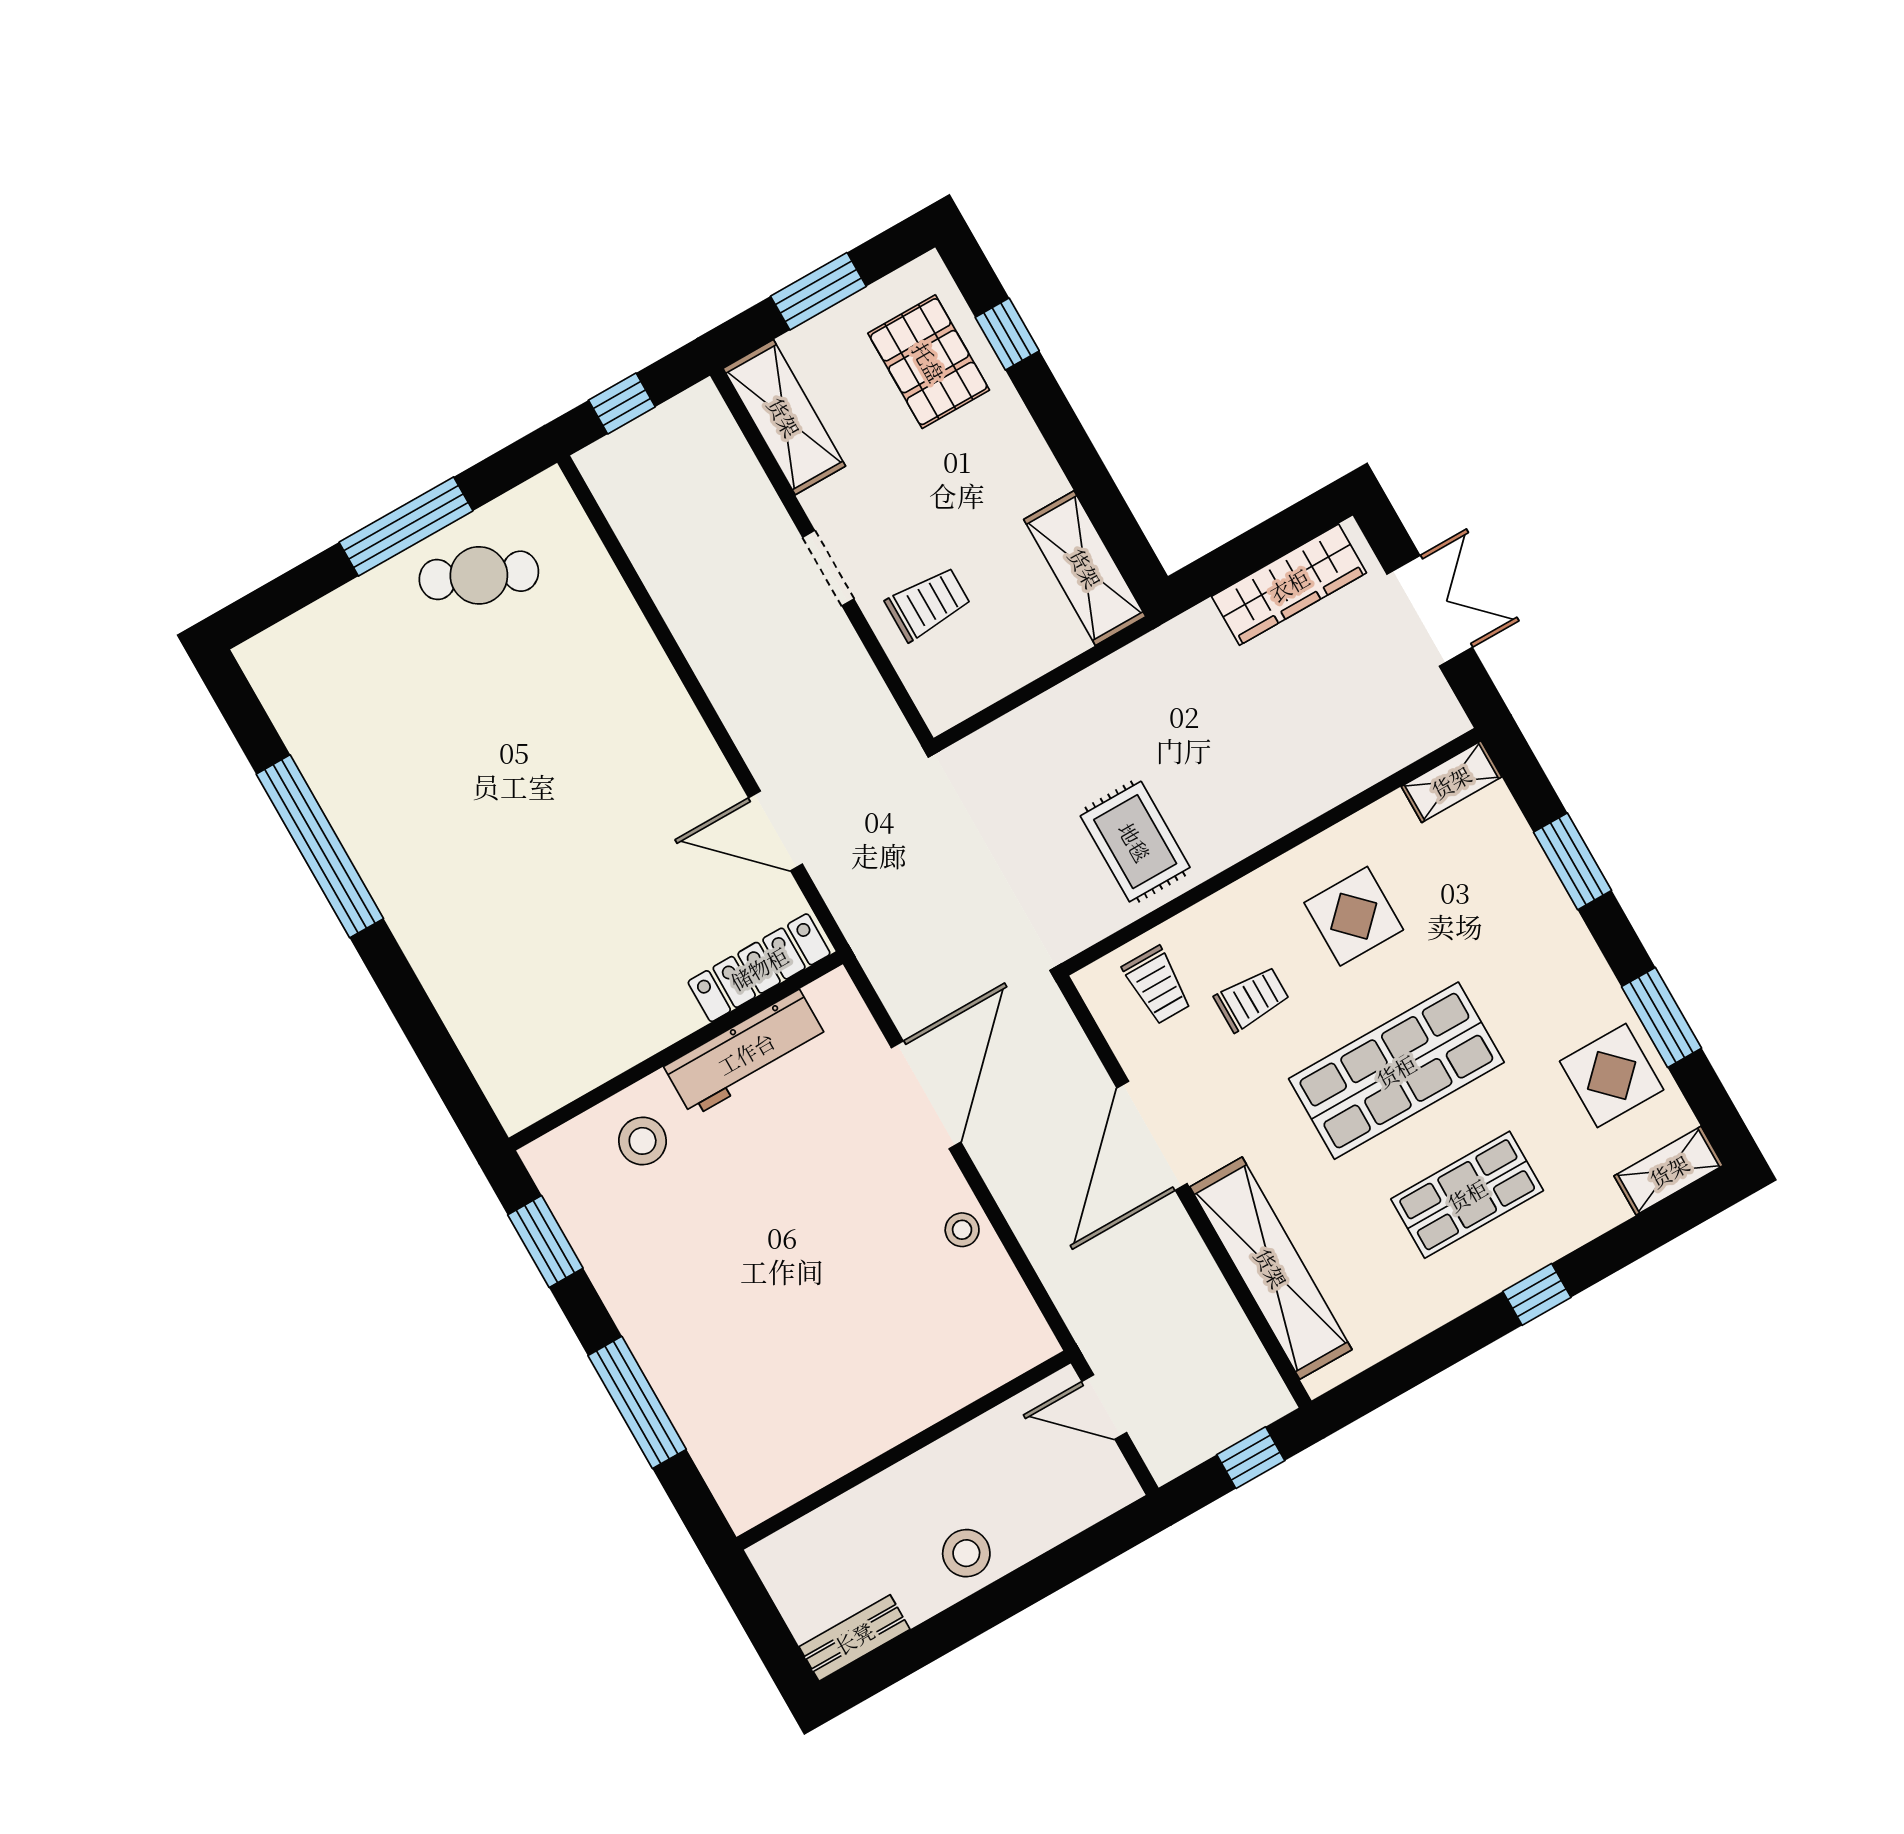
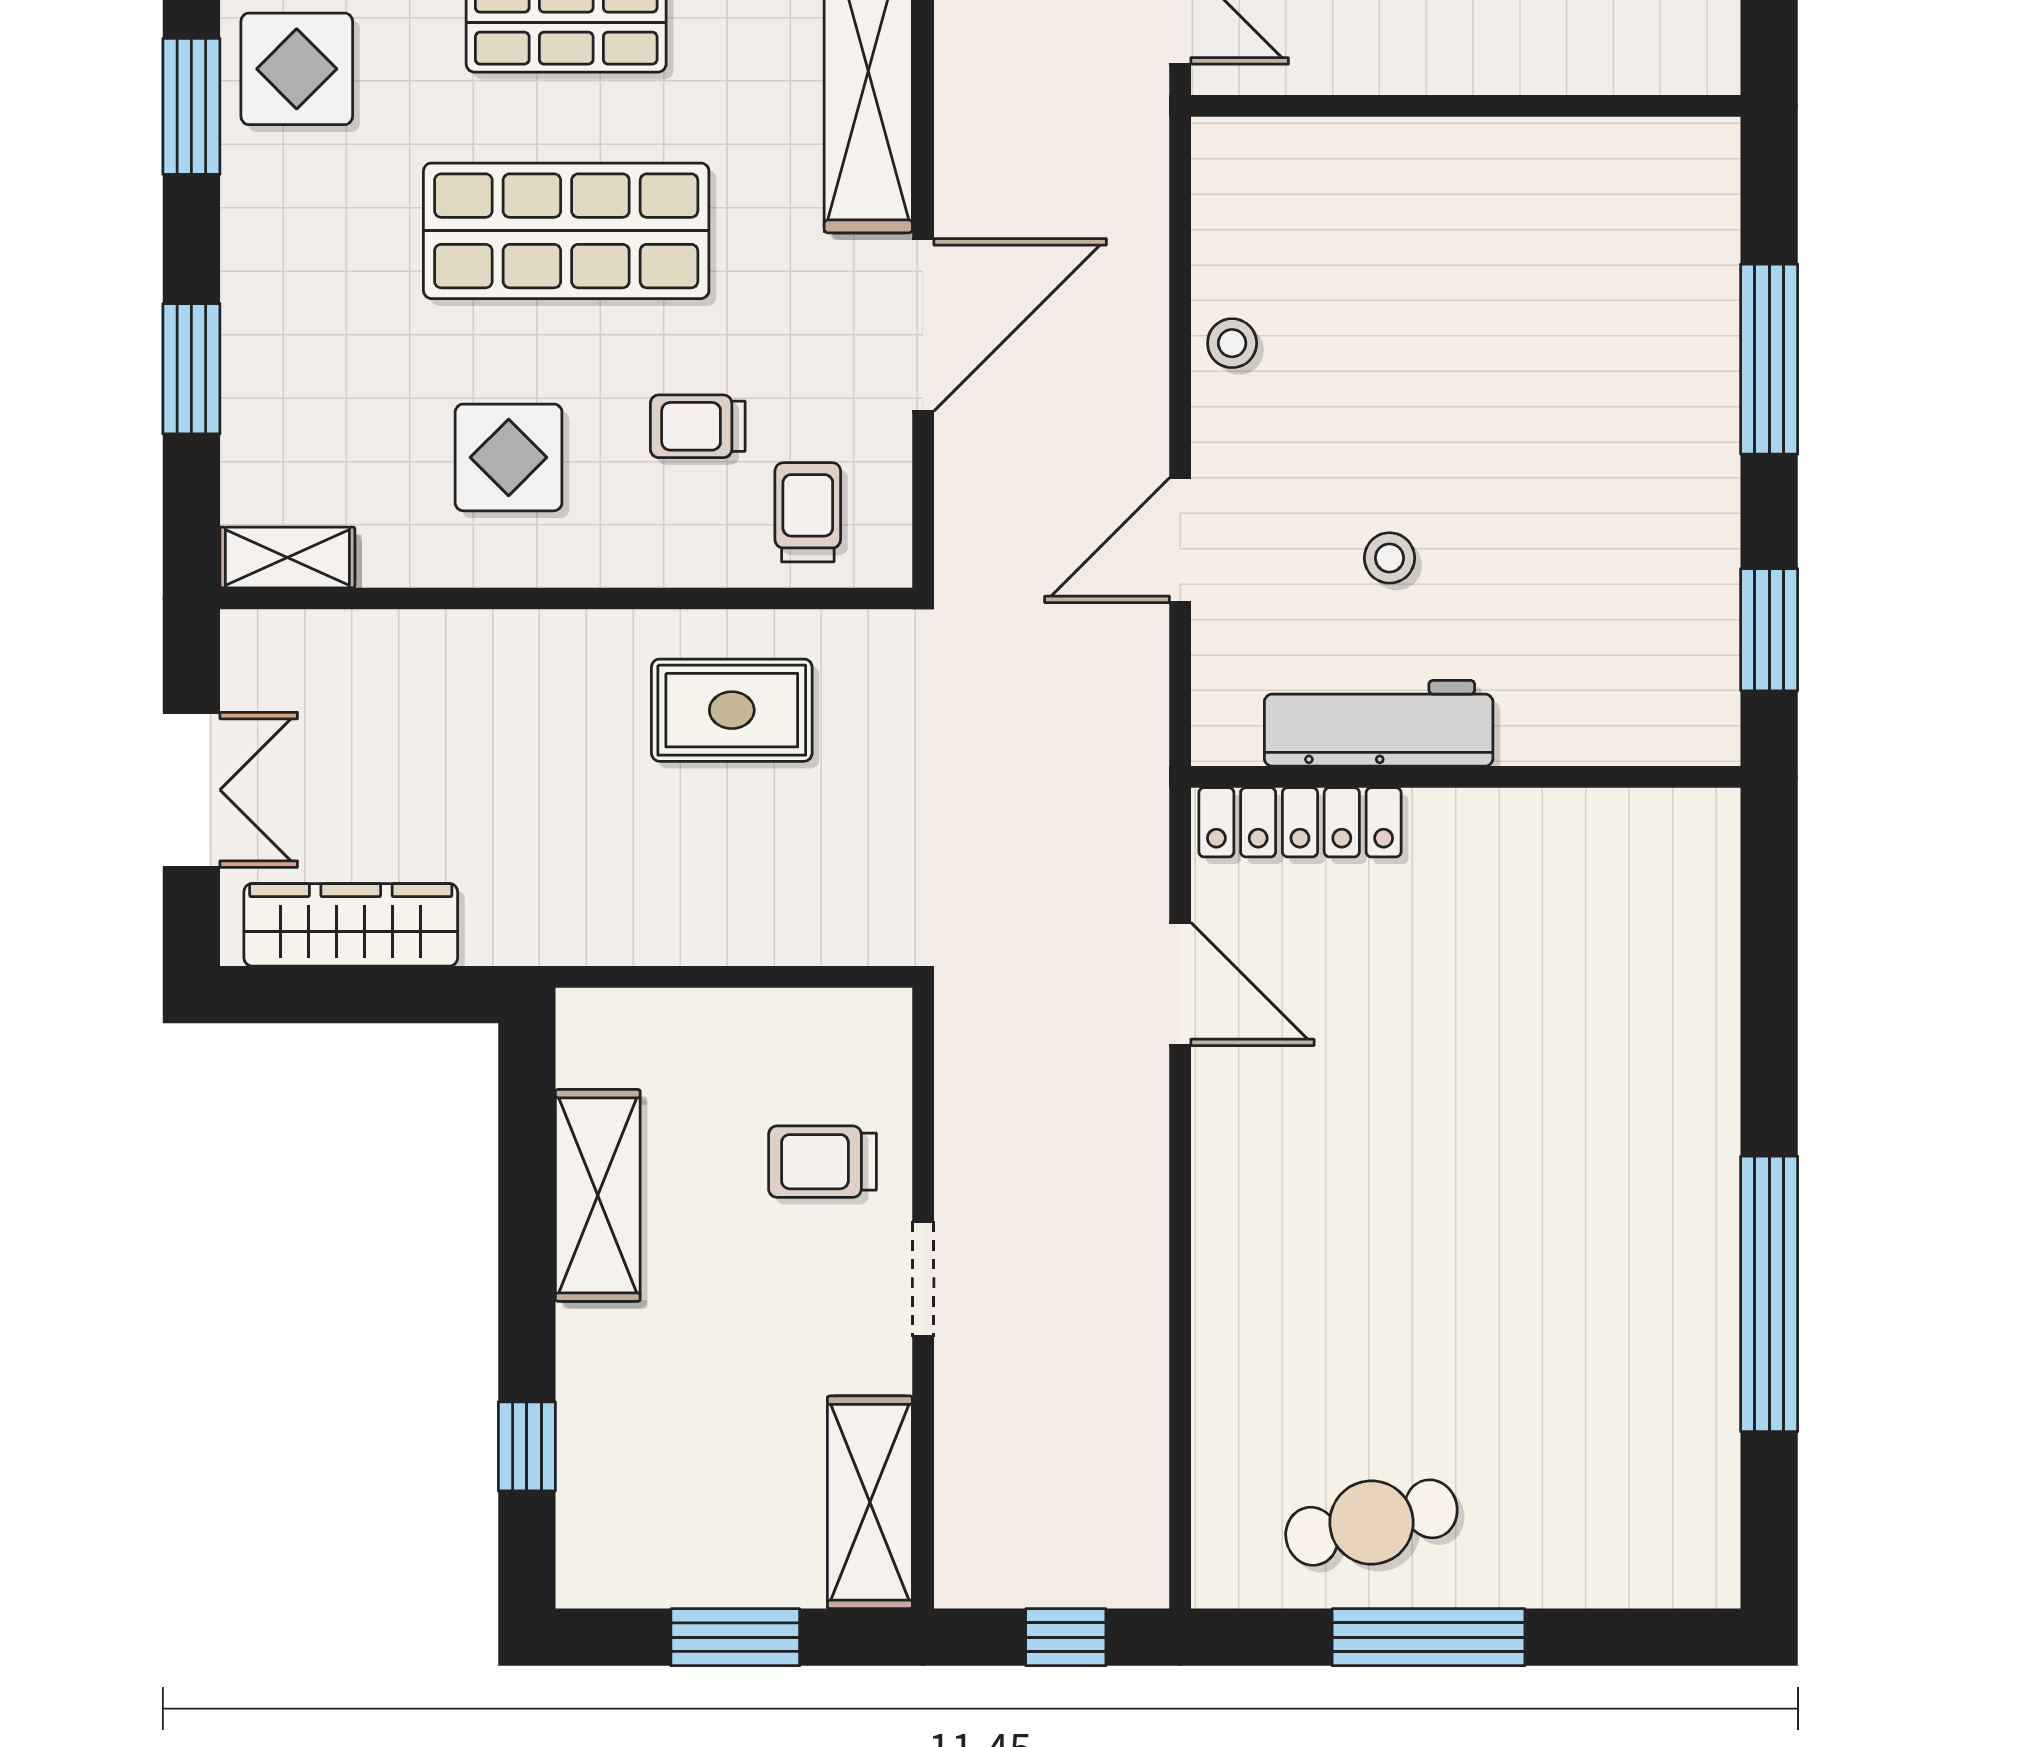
pallet: (929, 362) -> (646, 1468), removed
shelving: (1085, 568) -> (598, 1195), moved
cafe table: (479, 575) -> (1371, 1523), turned -37
double door: (1430, 611) -> (191, 790), swing flipped
rug: (1135, 842) -> (732, 710), turned 90
door: (926, 1095) -> (1180, 540), width x0.73
stool: (643, 1141) -> (1389, 558), moved, width x0.73, depth x0.73

